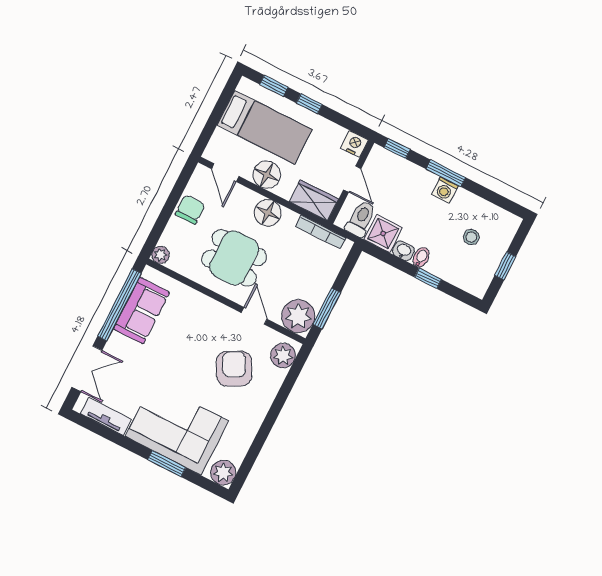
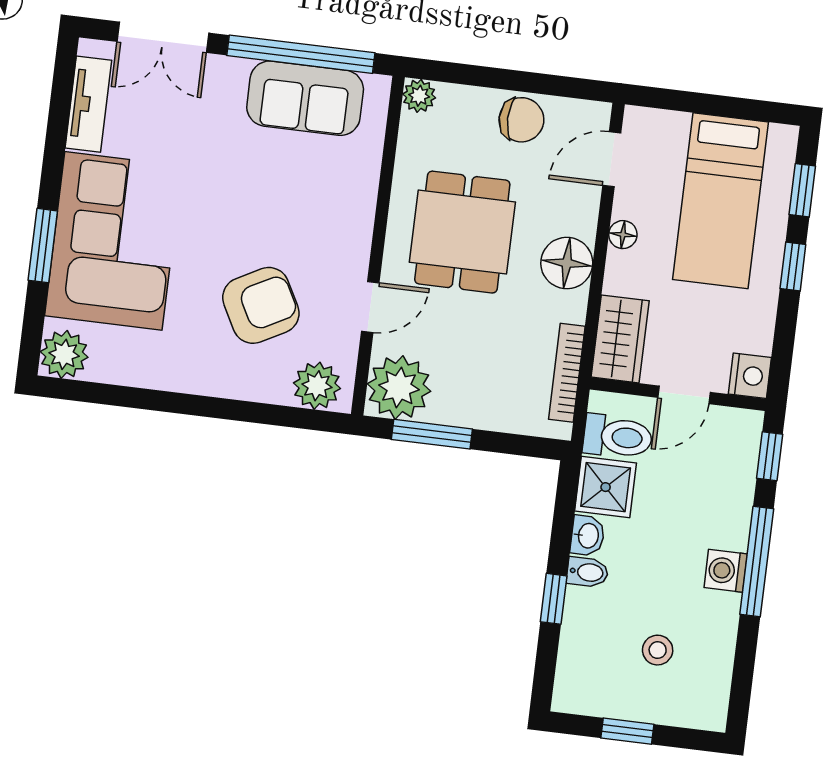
window: (446, 173) -> (757, 561), width x1.44
floor lamp: (267, 175) -> (623, 235), width x0.53, depth x0.53

